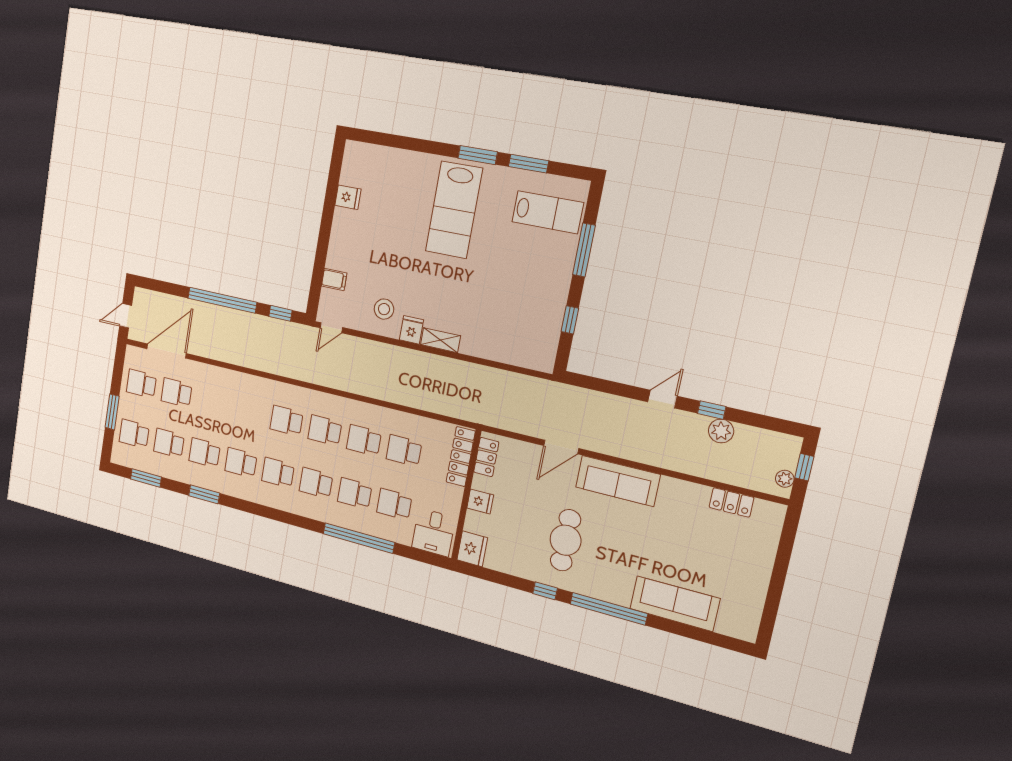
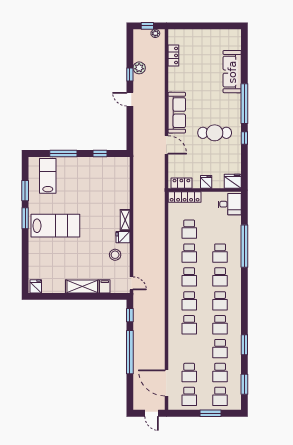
fridge: (348, 197) -> (36, 286), moved
shelving: (341, 239) -> (82, 287), added
school desk: (394, 504) -> (189, 325), moved

